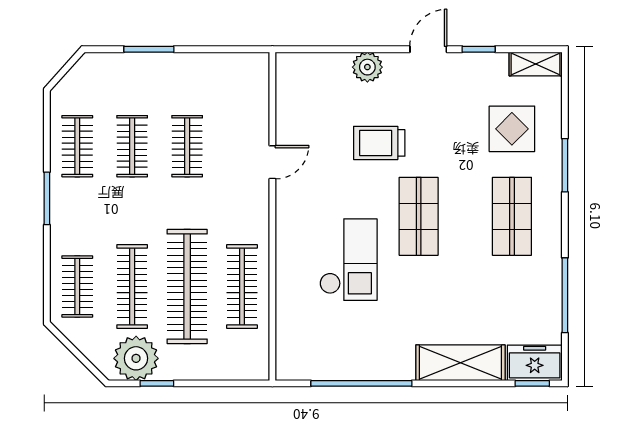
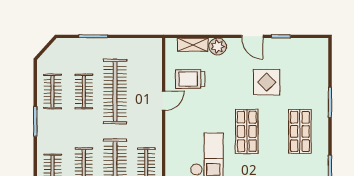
door: (428, 49) -> (252, 36), swing flipped
shelving: (536, 64) -> (193, 45), moved
display table: (512, 129) -> (267, 82), moved
trolley: (379, 143) -> (190, 79), moved
clothes rail: (187, 146) -> (115, 91), width x1.86, depth x1.31

